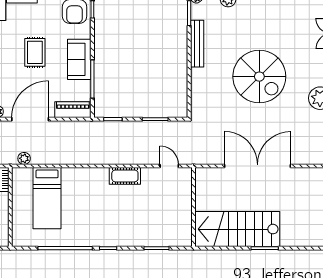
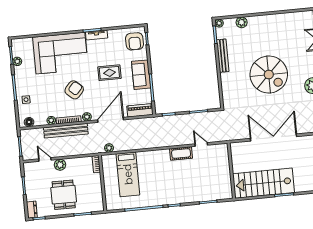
rug: (35, 52) -> (109, 73), turned 90
door: (169, 166) -> (201, 144), moved

